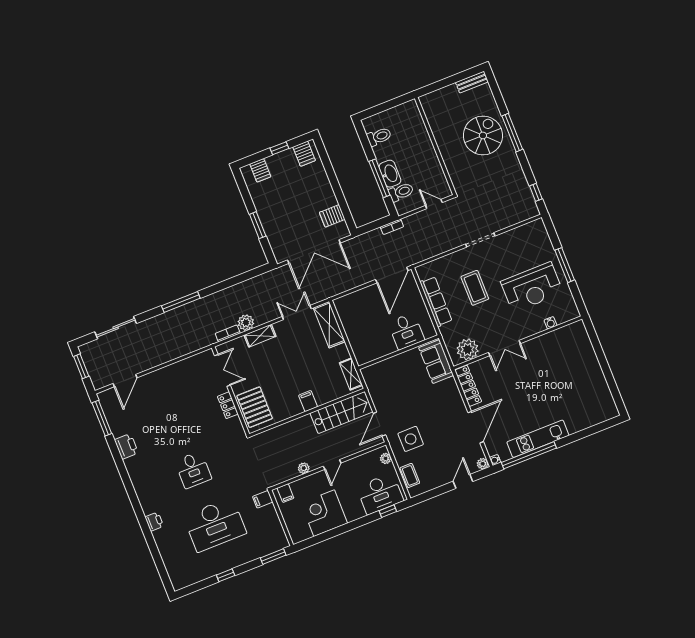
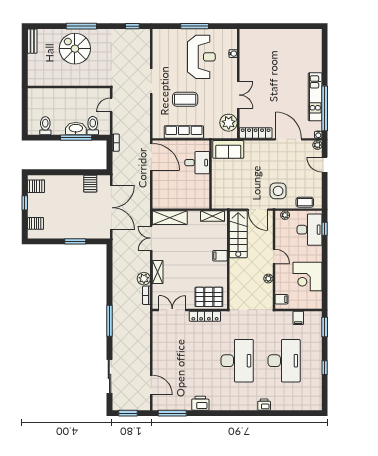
locker: (228, 405) -> (205, 316), width x1.53
desk: (193, 470) -> (237, 361), width x1.87, depth x1.30
filing cabinet: (263, 499) -> (298, 318), moved

